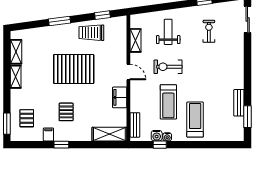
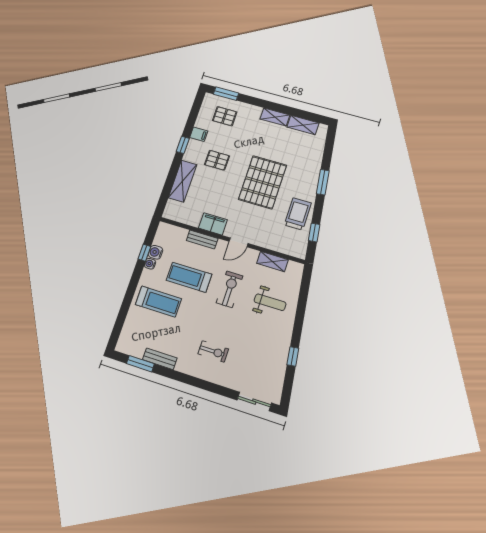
exercise bike: (209, 31) -> (213, 351), moved
bench: (135, 125) -> (202, 239), moved
shelving: (109, 134) -> (182, 181), moved

